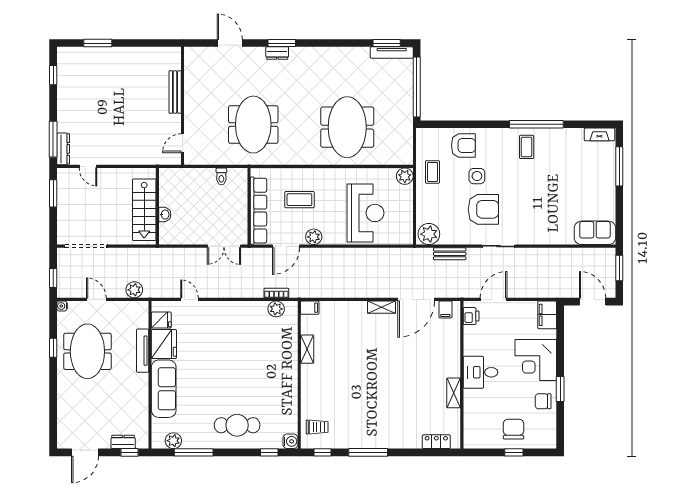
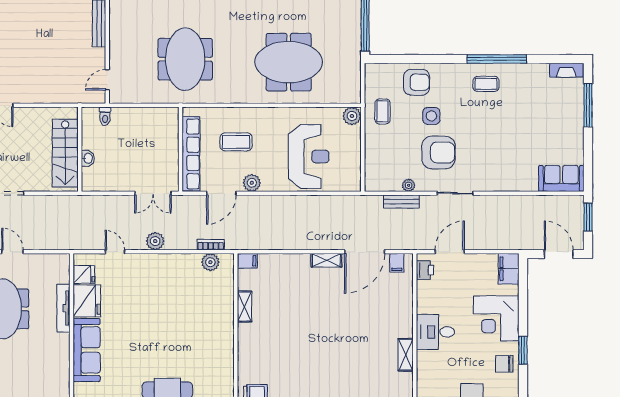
meeting table: (347, 127) -> (289, 62), turned 90
coffee table: (527, 147) -> (486, 84), turned 90
toilet: (221, 176) -> (105, 116), moved
plant: (429, 234) -> (409, 185), moved, width x0.53, depth x0.53
plant: (134, 290) -> (155, 241), moved

